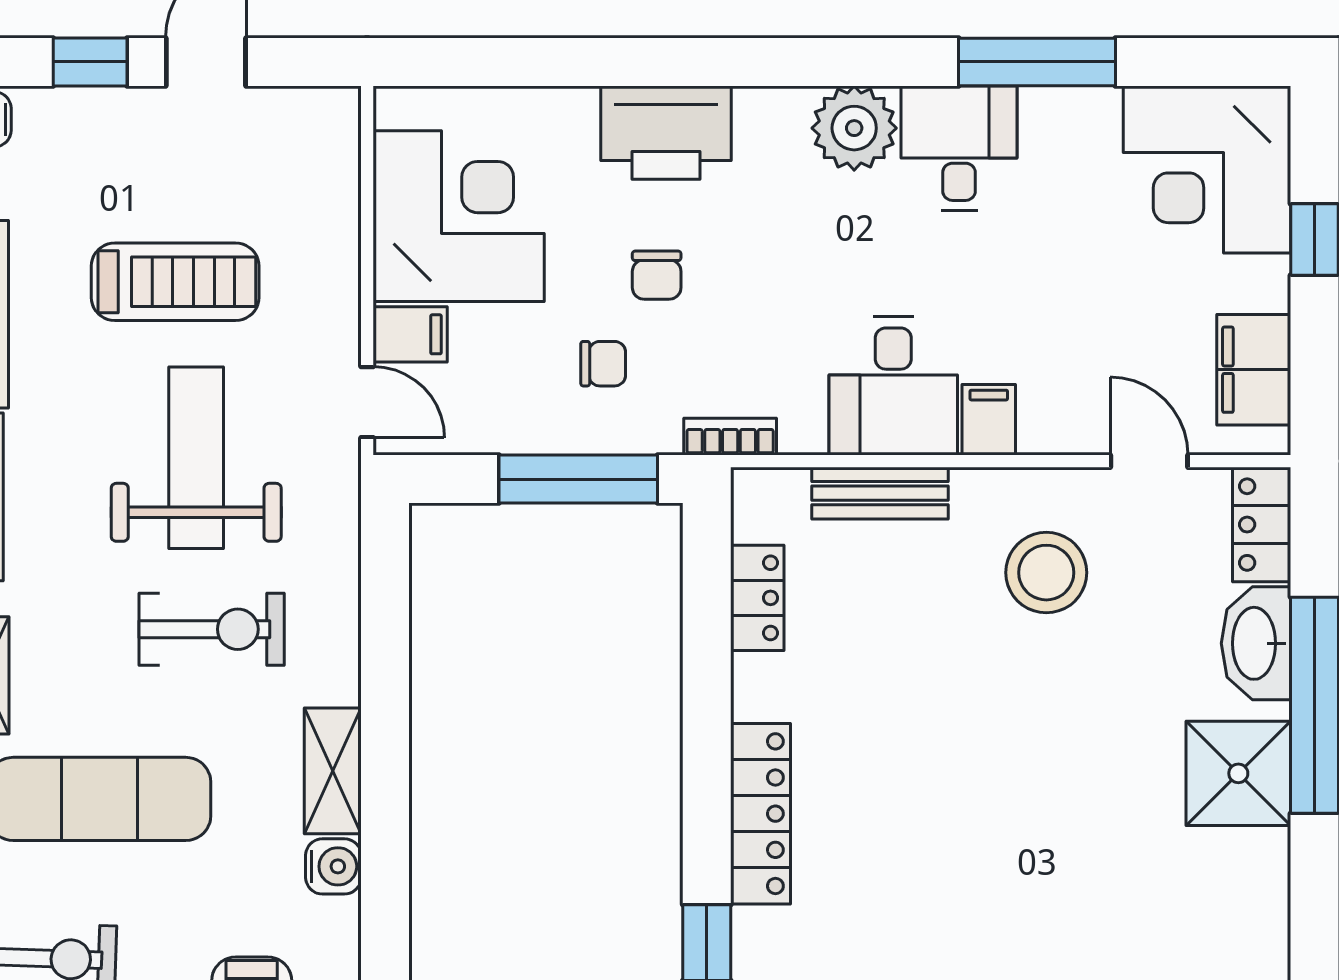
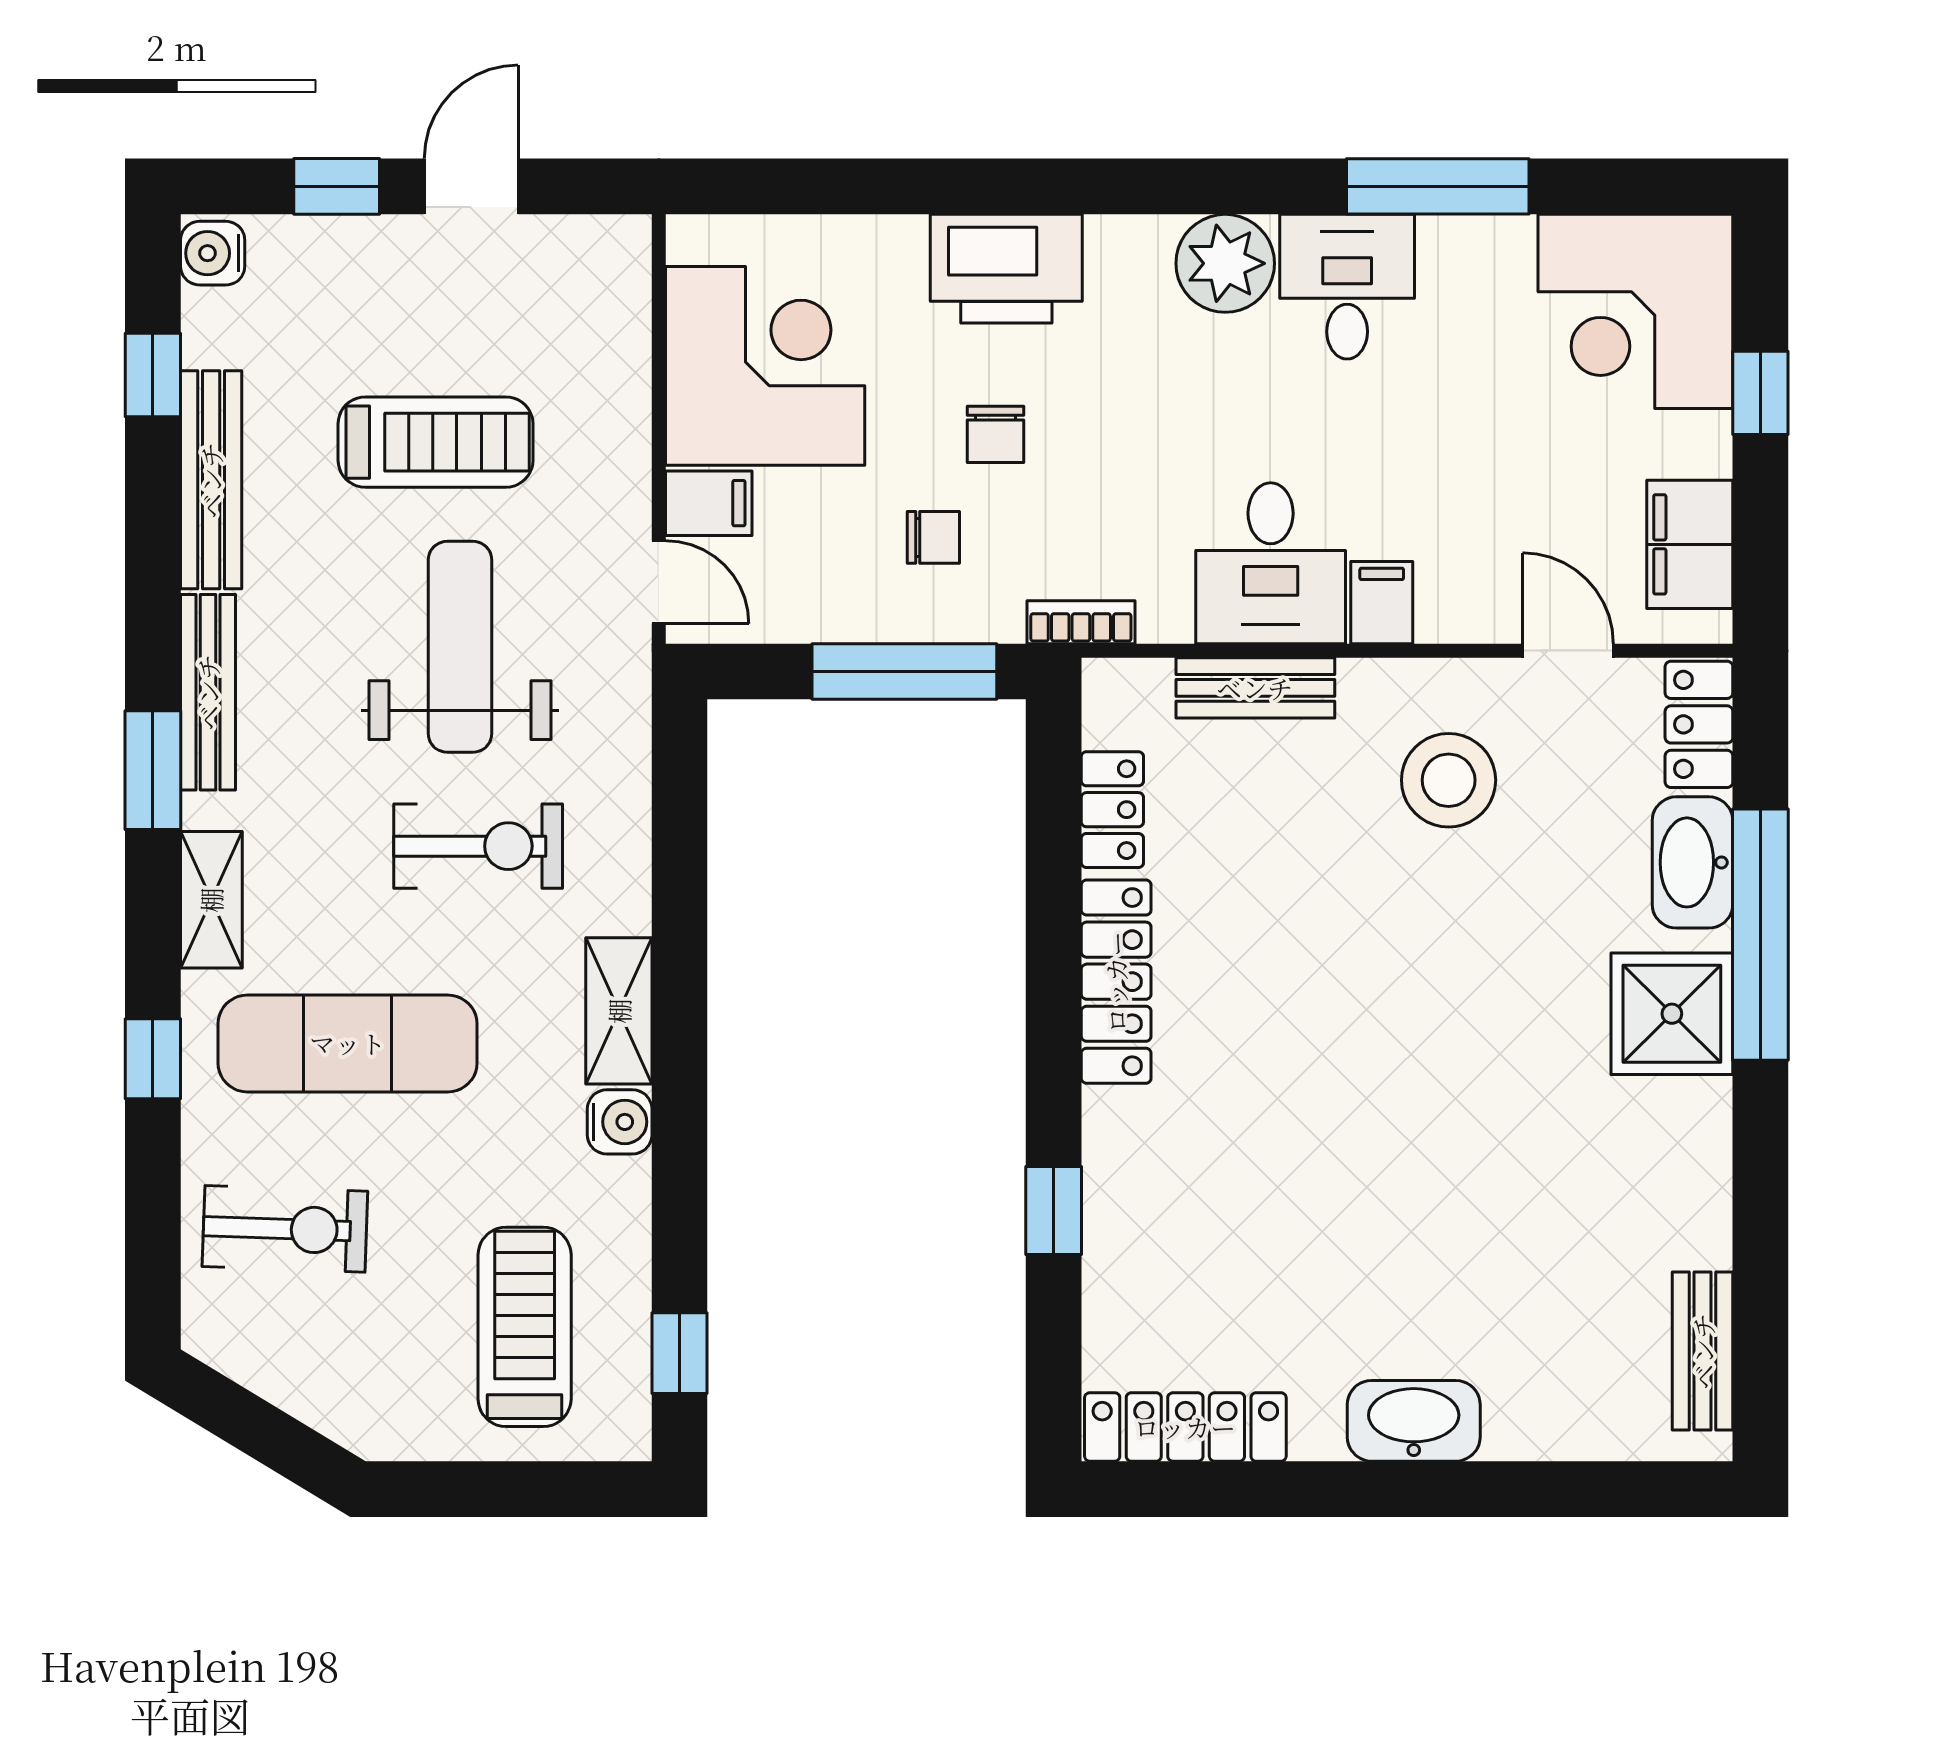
locker: (760, 814) -> (1116, 982), moved

